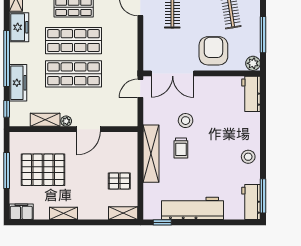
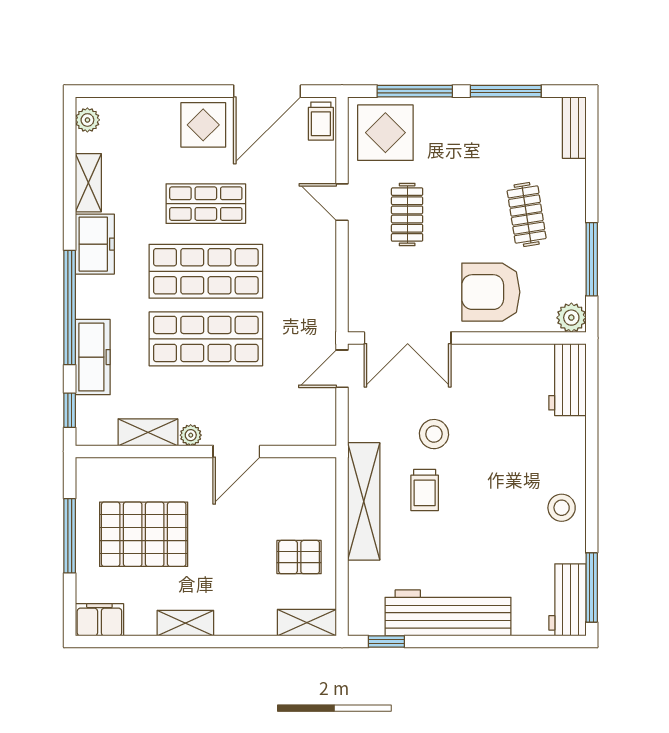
armchair: (213, 51) -> (491, 292), turned -90

